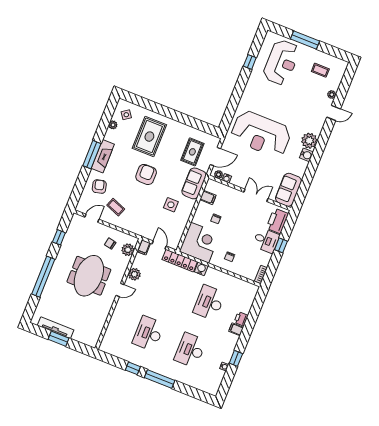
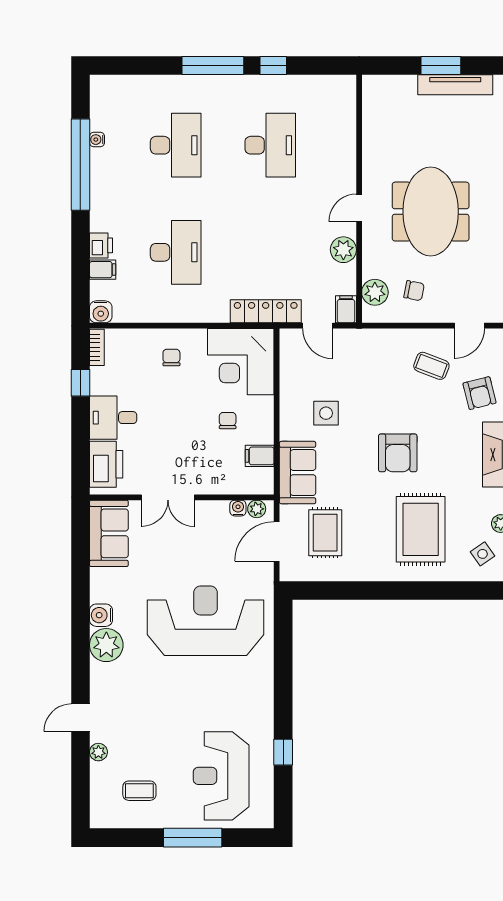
window: (281, 245) -> (80, 383), moved
water cooler: (201, 269) -> (101, 312), moved
filing cabinet: (236, 329) -> (103, 270), moved
window: (236, 358) -> (80, 165), width x3.17

